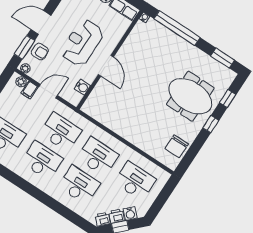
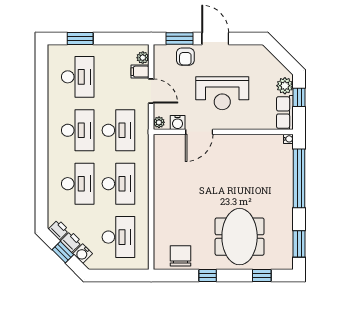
reception desk: (82, 43) -> (222, 93), turned 180
door: (106, 66) -> (199, 132), moved
plant: (25, 68) -> (159, 122), moved
window: (211, 124) -> (208, 275), moved
chair: (177, 146) -> (181, 256), turned 90

